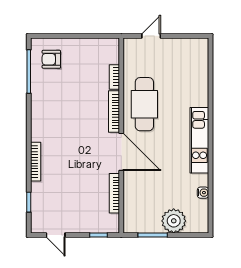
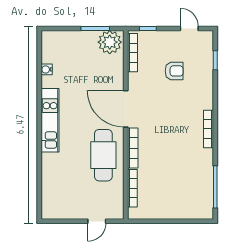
armchair: (51, 59) -> (174, 71), moved
bookcase: (114, 77) -> (132, 188), width x1.56
bookcase: (36, 162) -> (209, 129), moved
bookcase: (114, 193) -> (132, 53), moved
plant: (174, 221) -> (110, 42), moved

